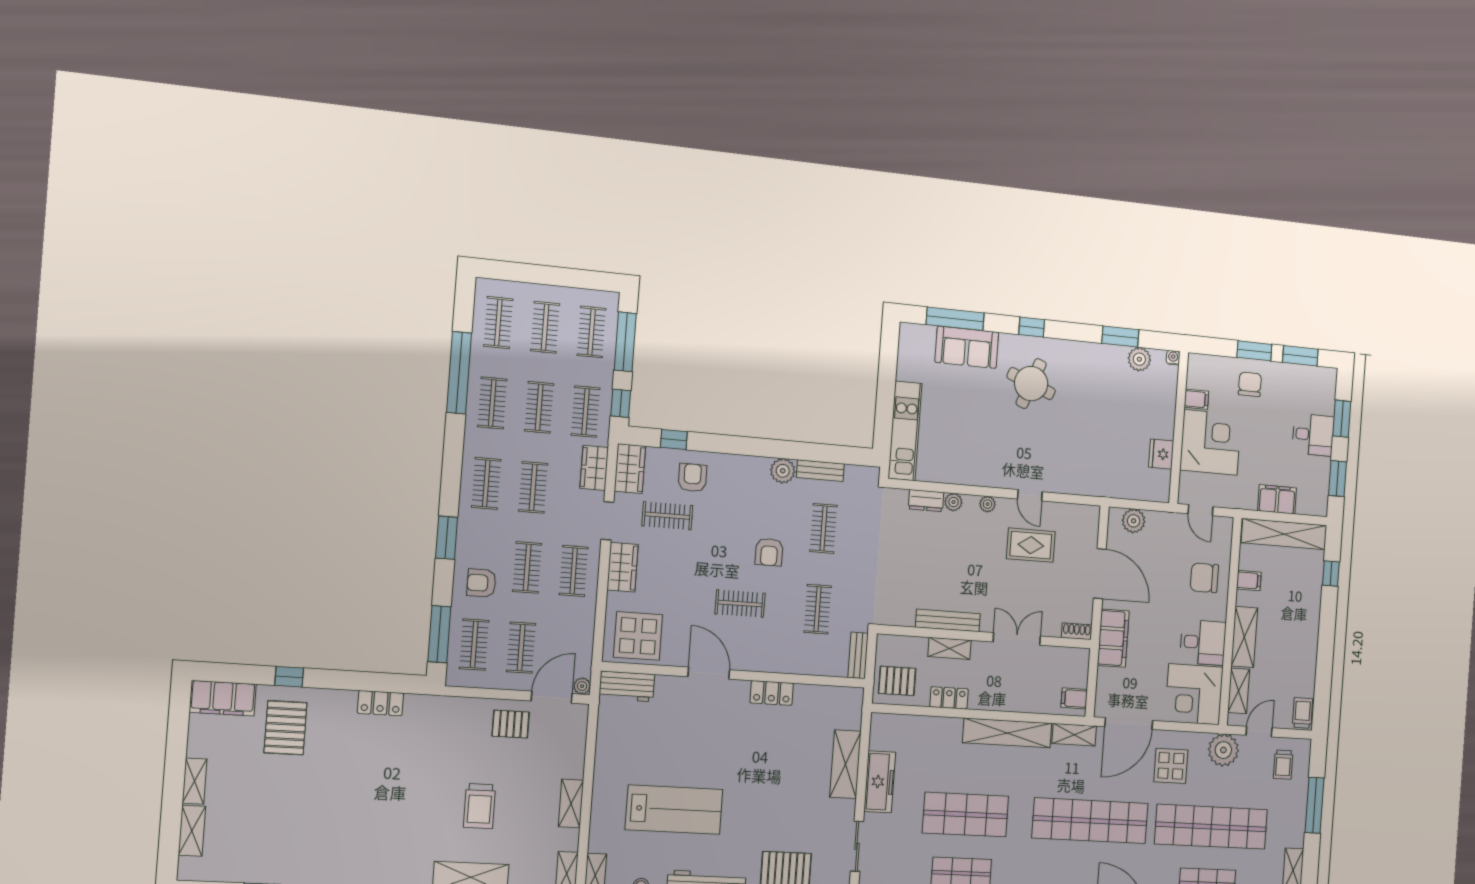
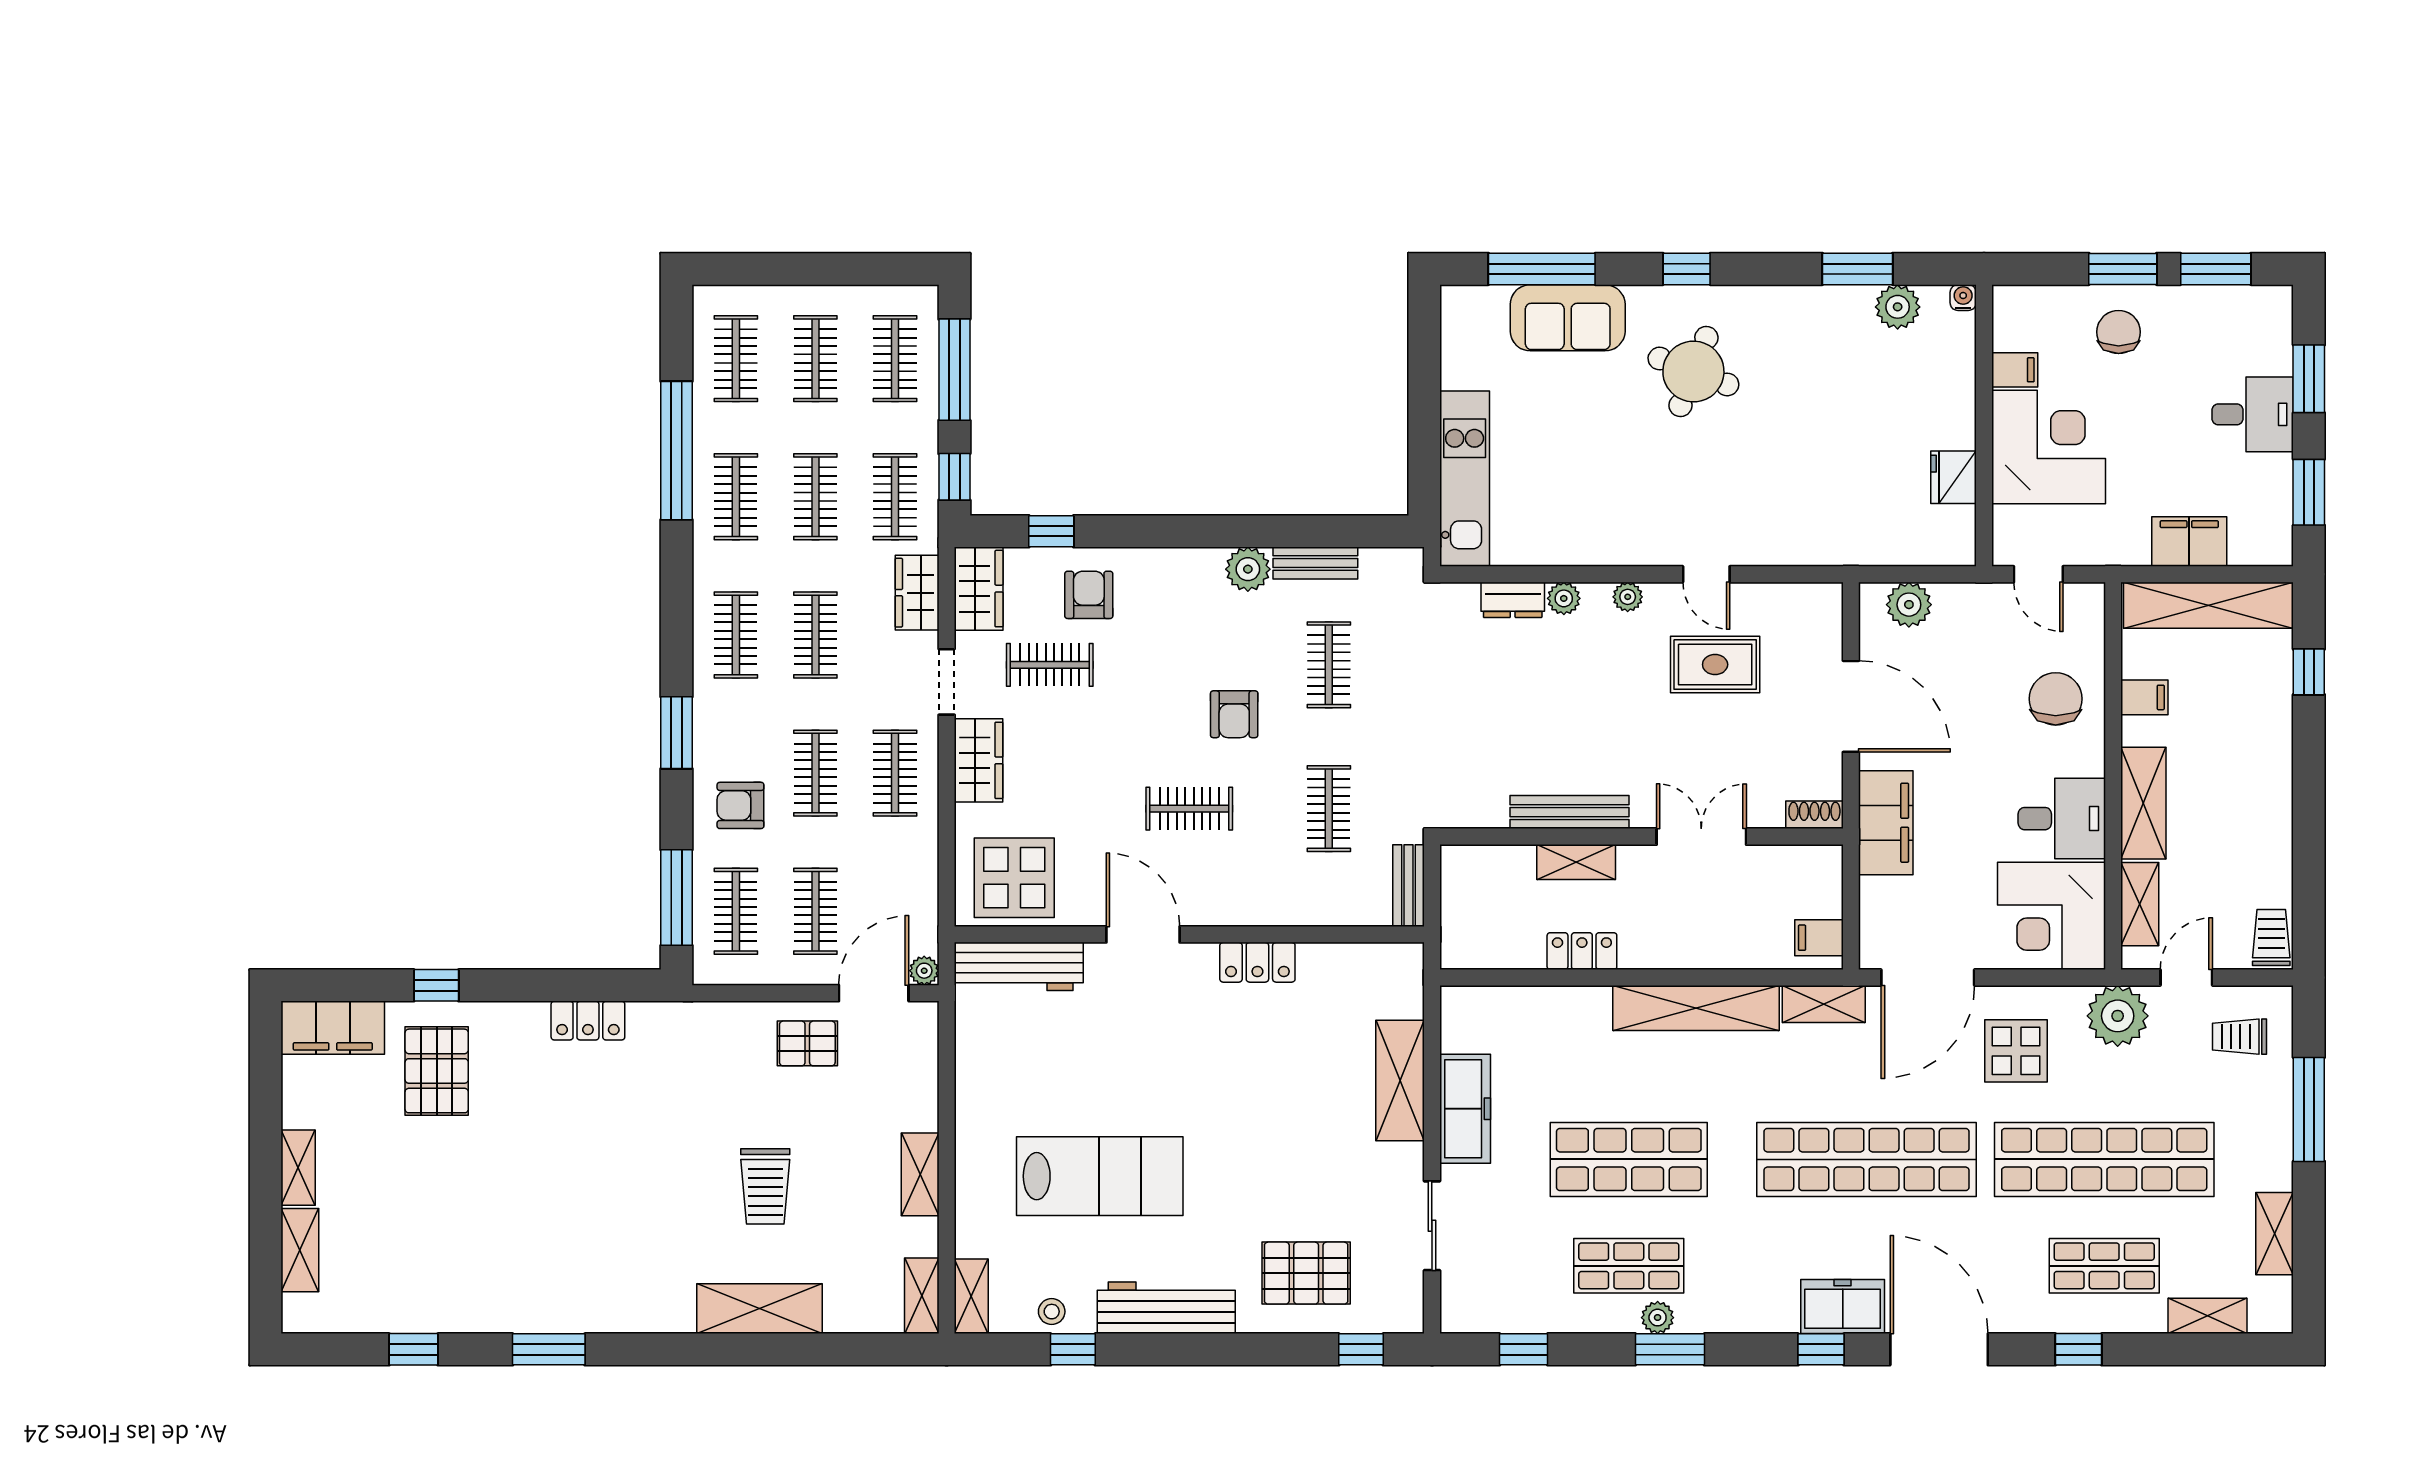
chair: (1204, 578) -> (2056, 699), turned 90
pallet: (897, 681) -> (1484, 927), removed
workbench: (627, 686) -> (1019, 966), width x1.38
trolley: (1283, 765) -> (2239, 1037), turned 90

